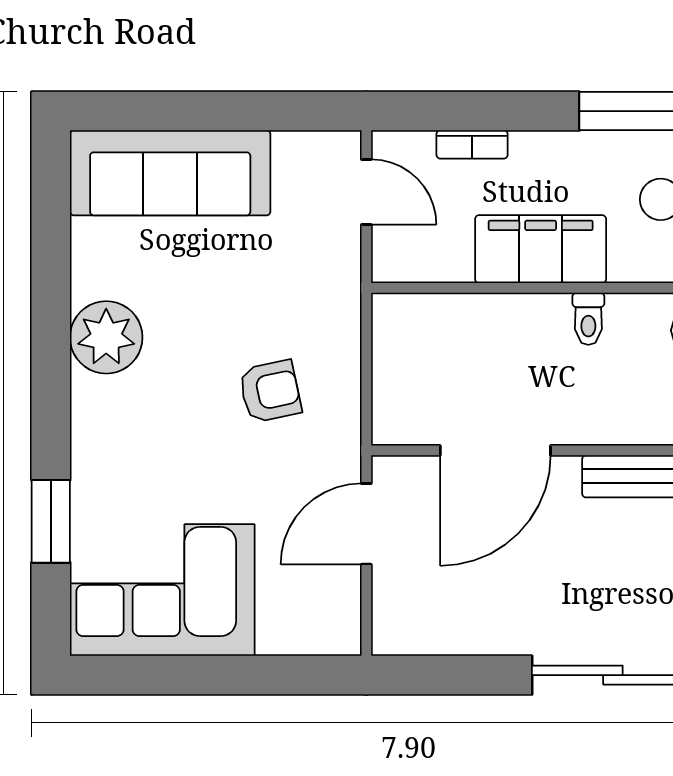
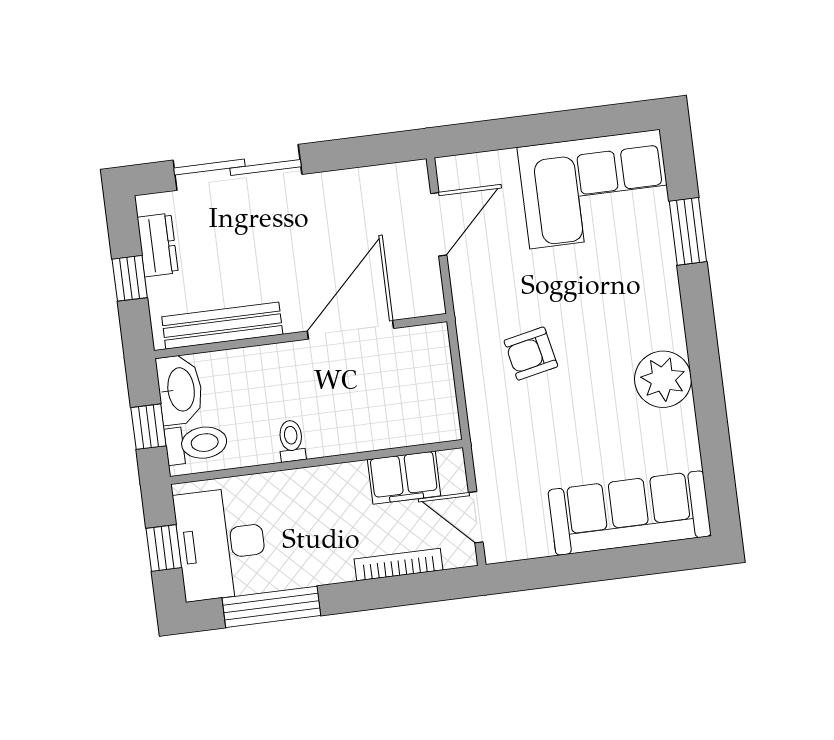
bookcase: (472, 144) -> (399, 565), width x1.56
filing cabinet: (541, 249) -> (404, 478), moved, width x0.67, depth x0.86
door: (366, 524) -> (439, 224), moved

